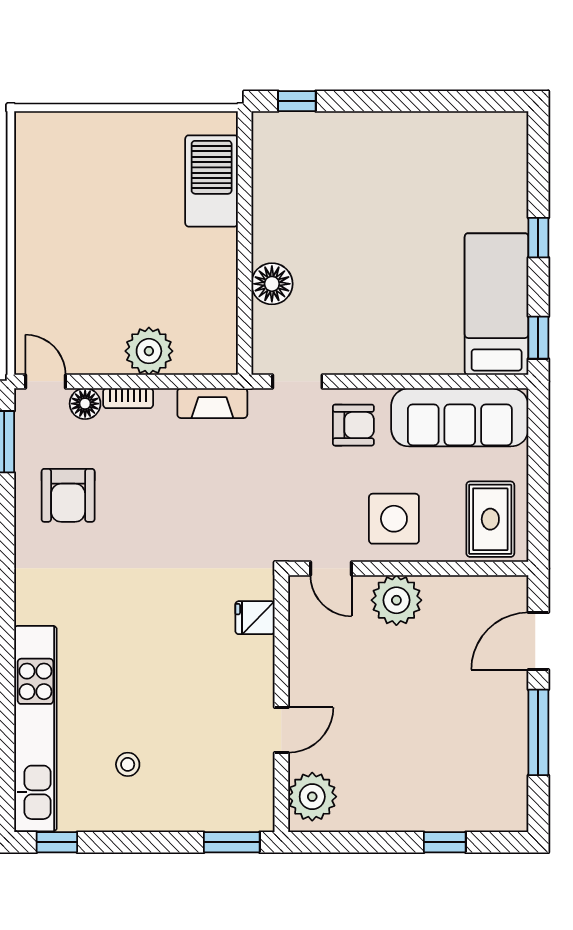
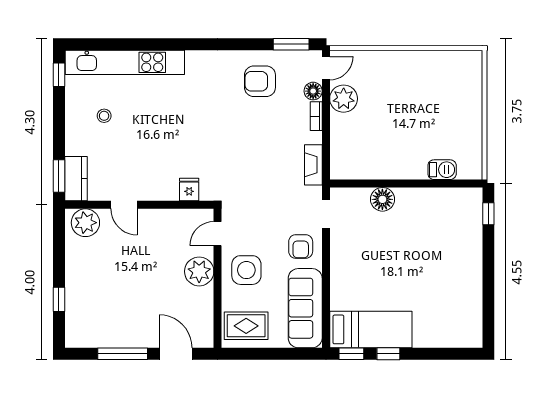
barbecue: (212, 181) -> (442, 170), width x0.53, depth x0.65
window: (538, 238) -> (388, 354), moved
plant: (149, 351) -> (344, 99), moved
kitchen counter: (236, 813) -> (76, 179), added

